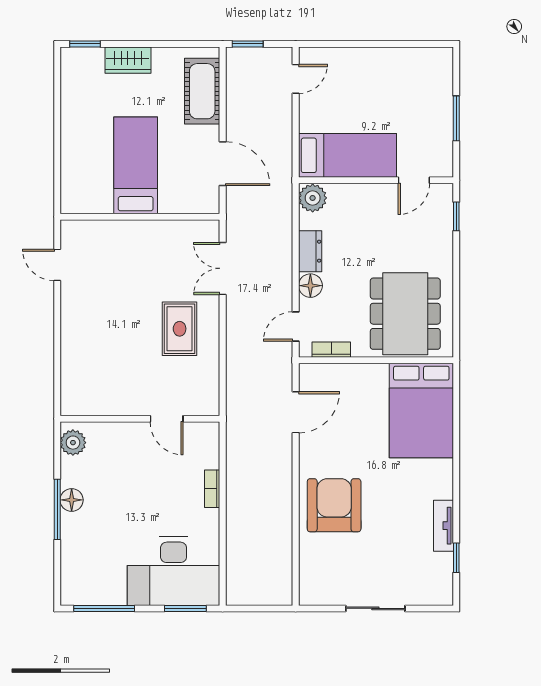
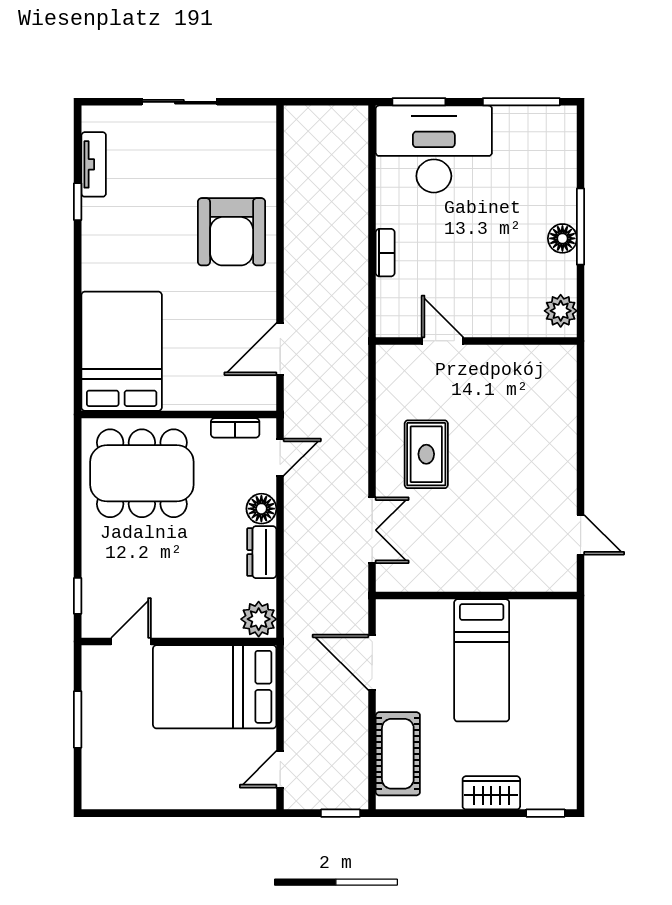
bed: (347, 155) -> (215, 687), width x1.50
dining table: (405, 314) -> (142, 473), turned 90
tv unit: (443, 526) -> (94, 164), moved
window: (456, 558) -> (78, 202), moved

